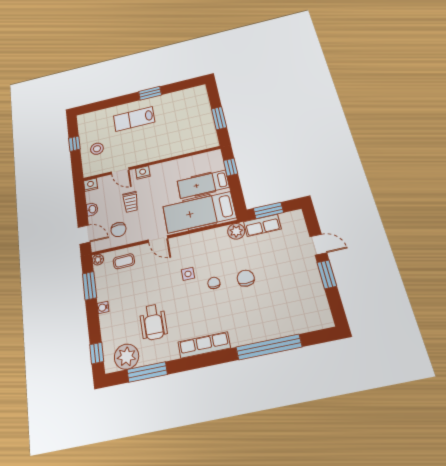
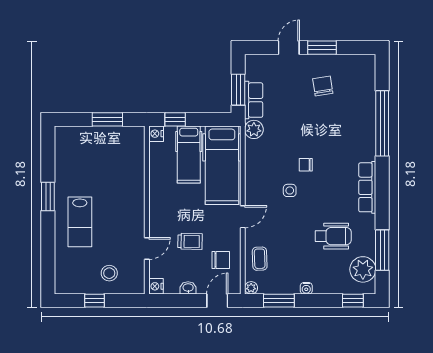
nightstand: (143, 173) -> (156, 134), moved
chair: (246, 278) -> (323, 86), moved, turned 81

